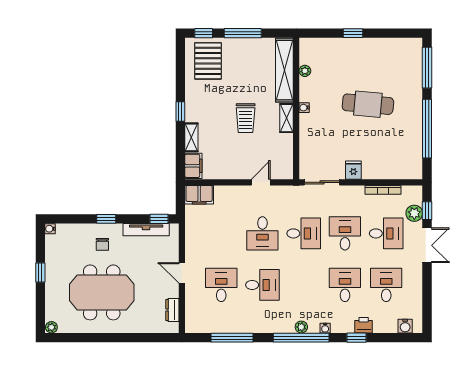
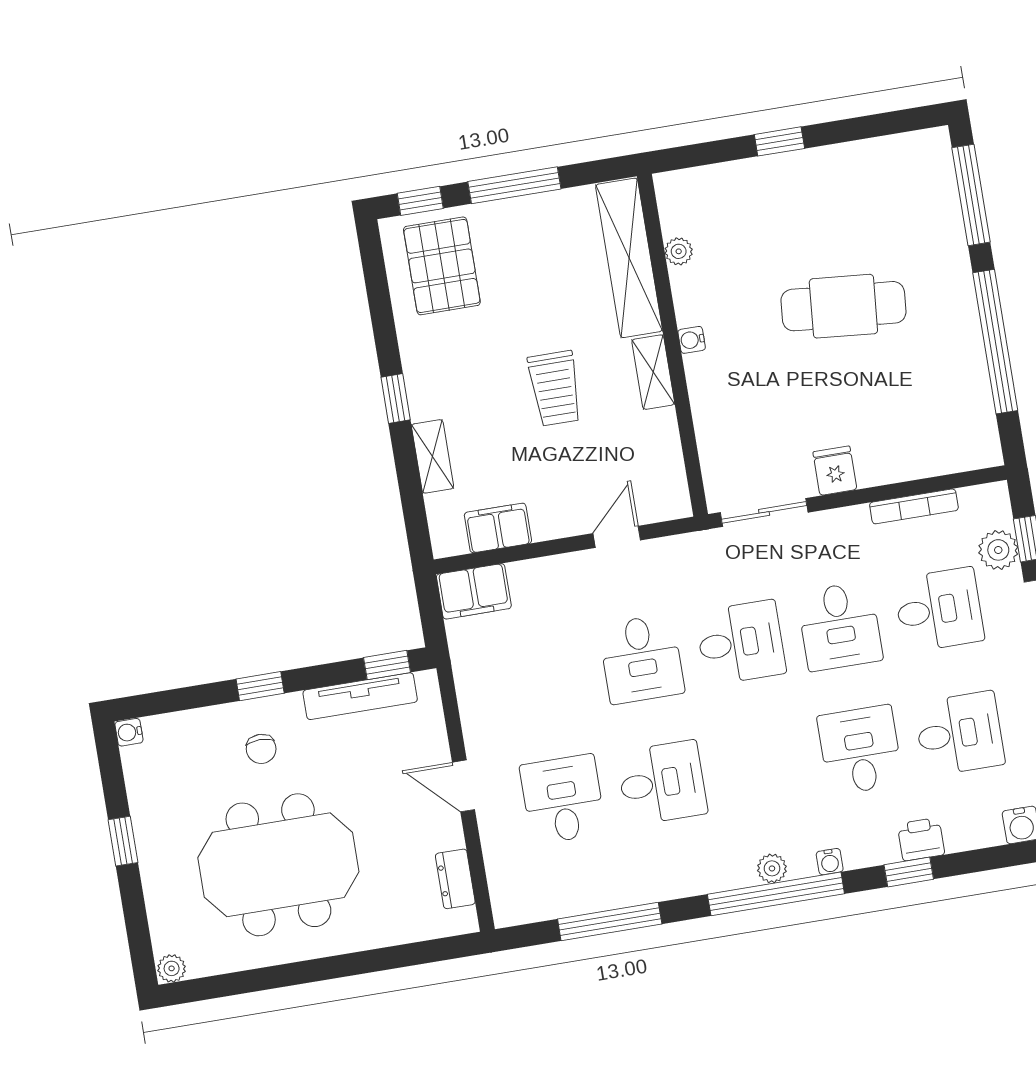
filing cabinet: (193, 166) -> (498, 528), moved, turned -90
desk: (345, 233) -> (840, 626), turned 180
desk: (386, 285) -> (959, 734), turned 90

